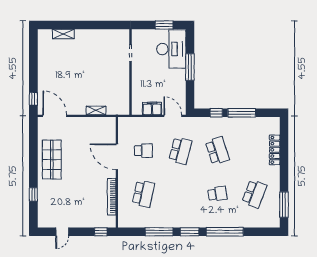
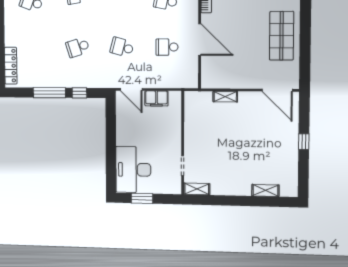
shelving: (119, 34) -> (197, 189), added
window: (190, 67) -> (111, 148), removed
window: (33, 99) -> (304, 142), moved
locker: (275, 150) -> (11, 66), moved
school desk: (180, 151) -> (122, 47), width x0.54
school desk: (217, 151) -> (78, 47), width x0.54

